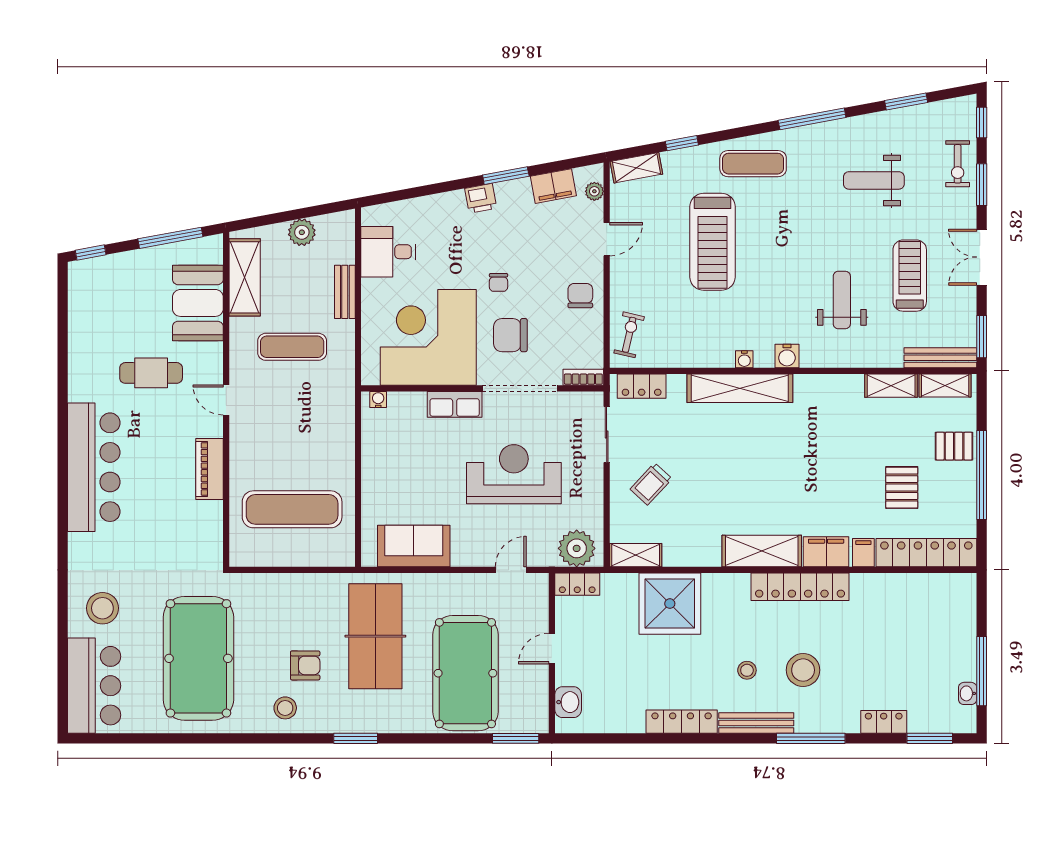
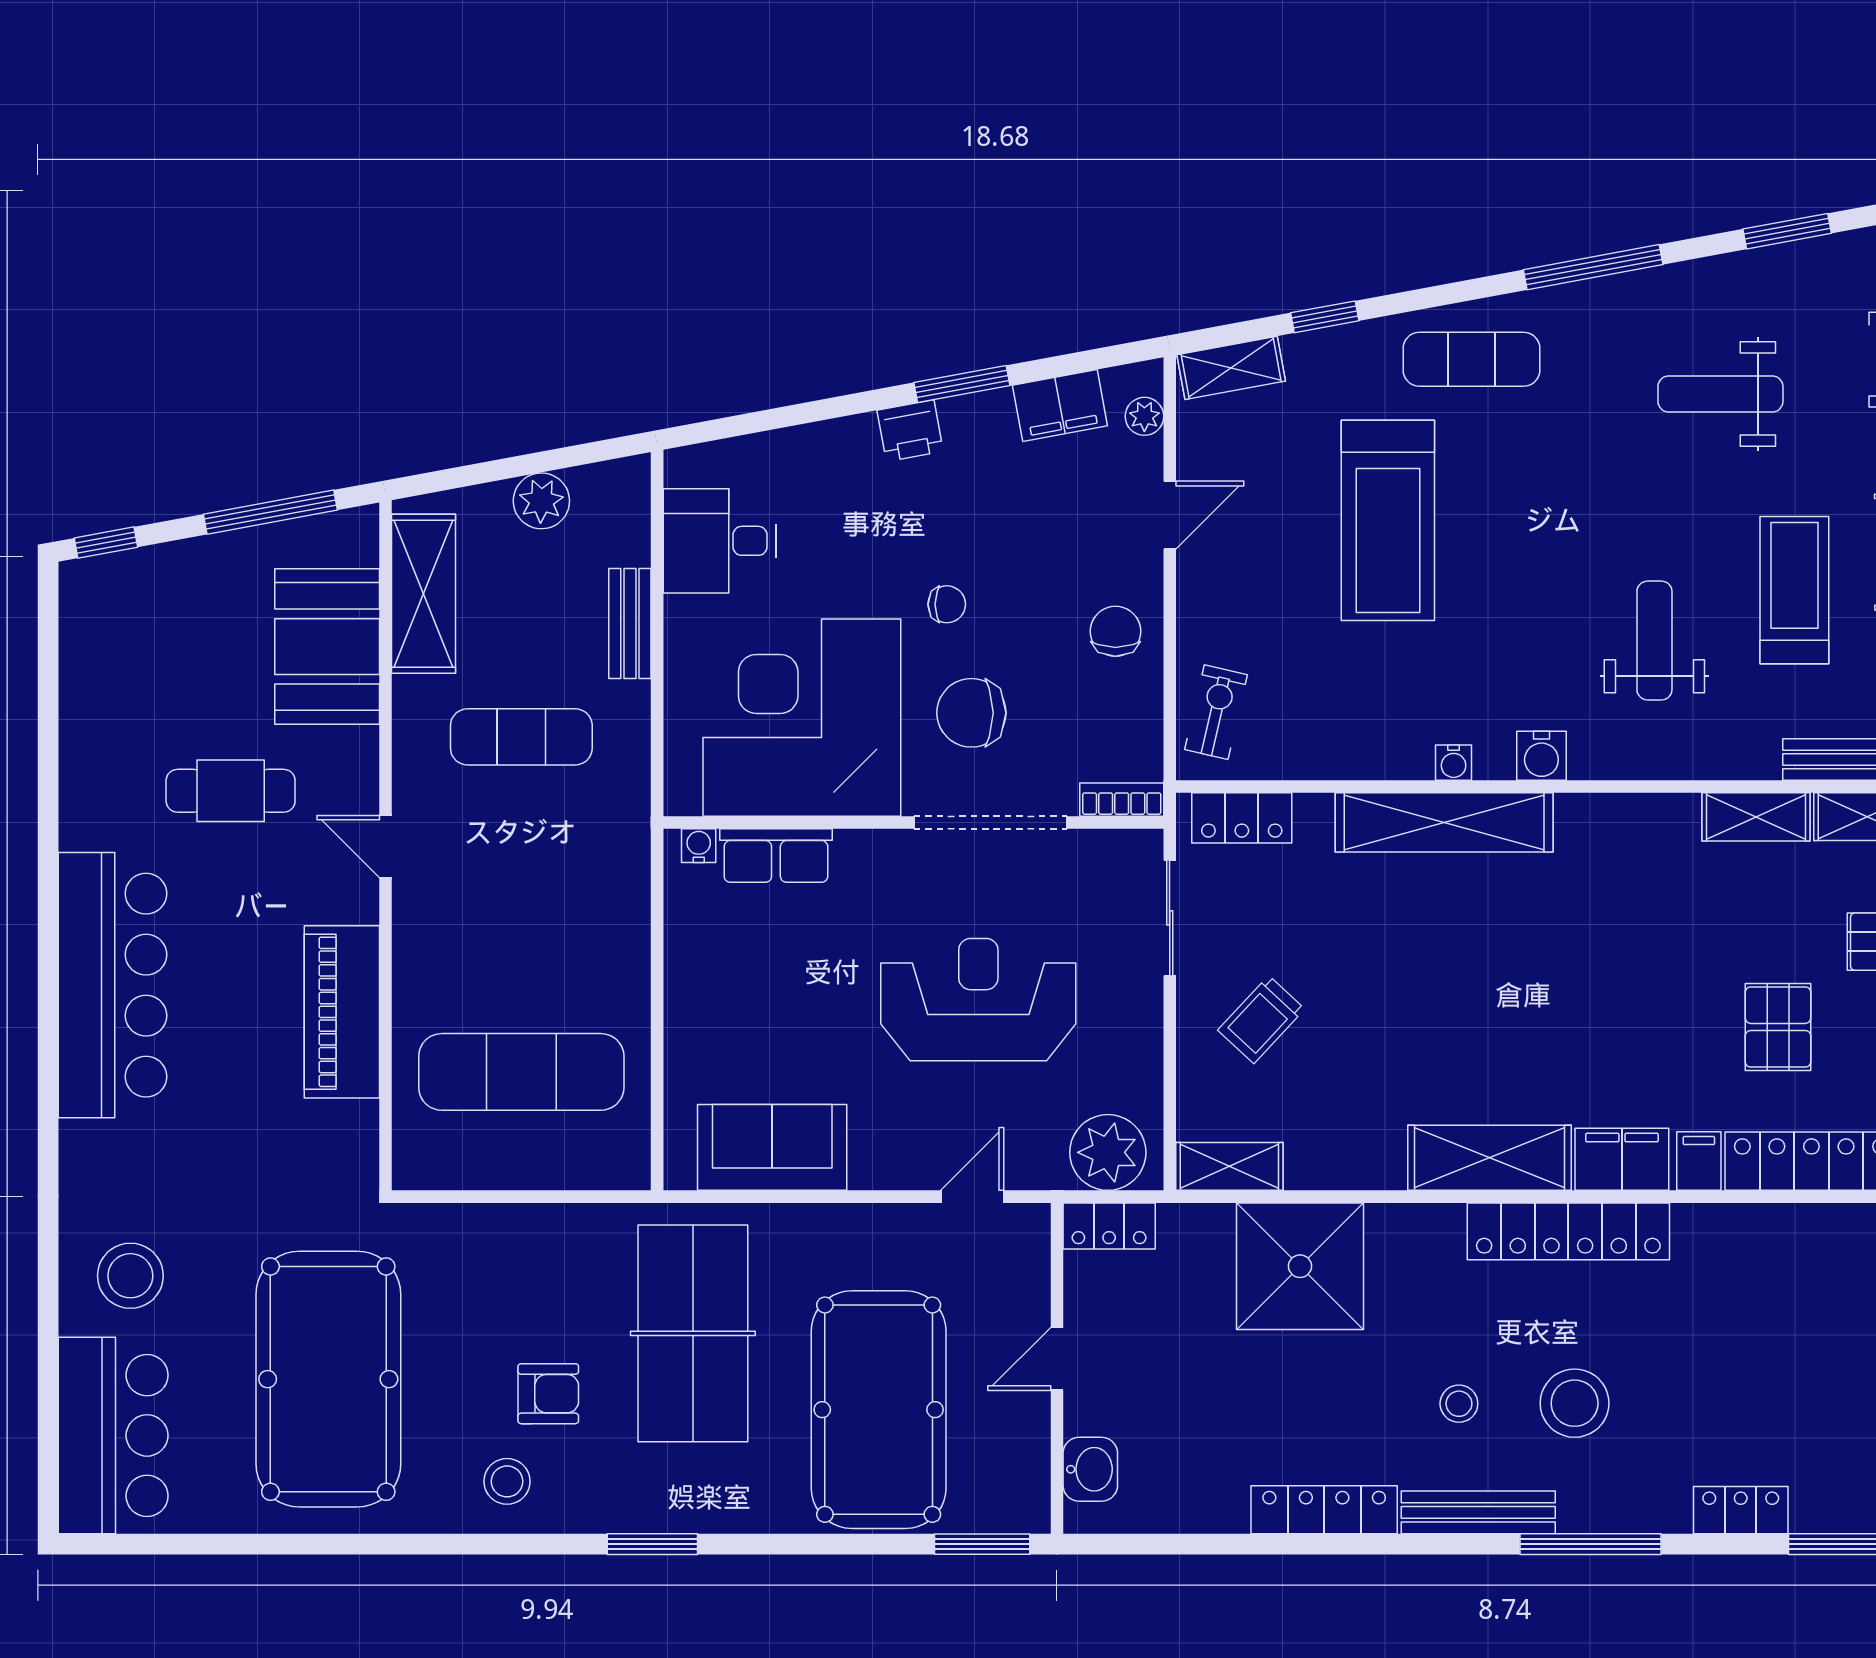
chair: (499, 282) -> (947, 604), turned -90
row of seats: (455, 404) -> (776, 855), moved
piano: (210, 469) -> (342, 1012), width x1.37, depth x1.33

